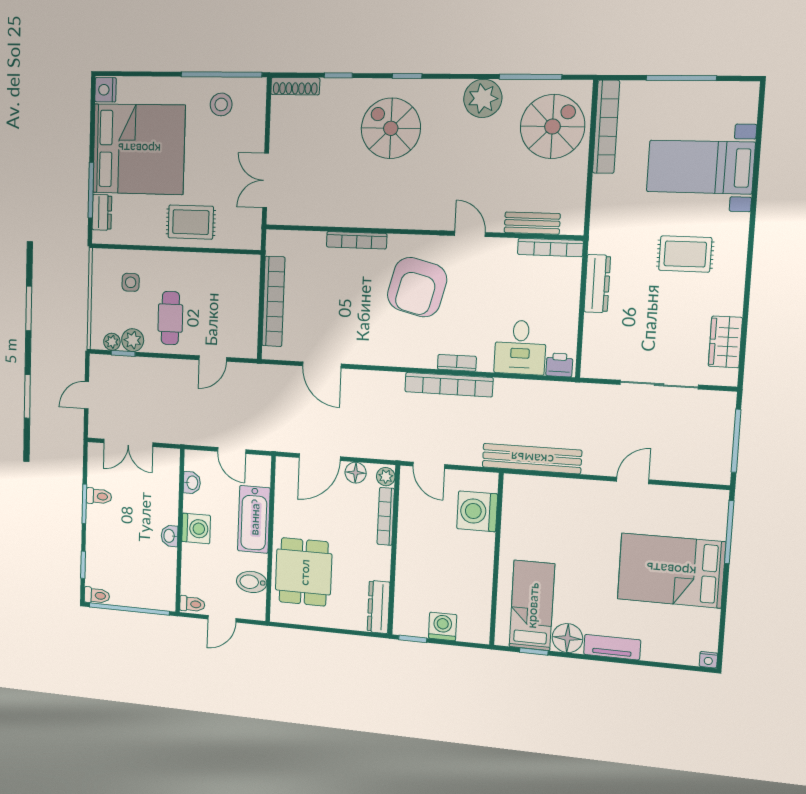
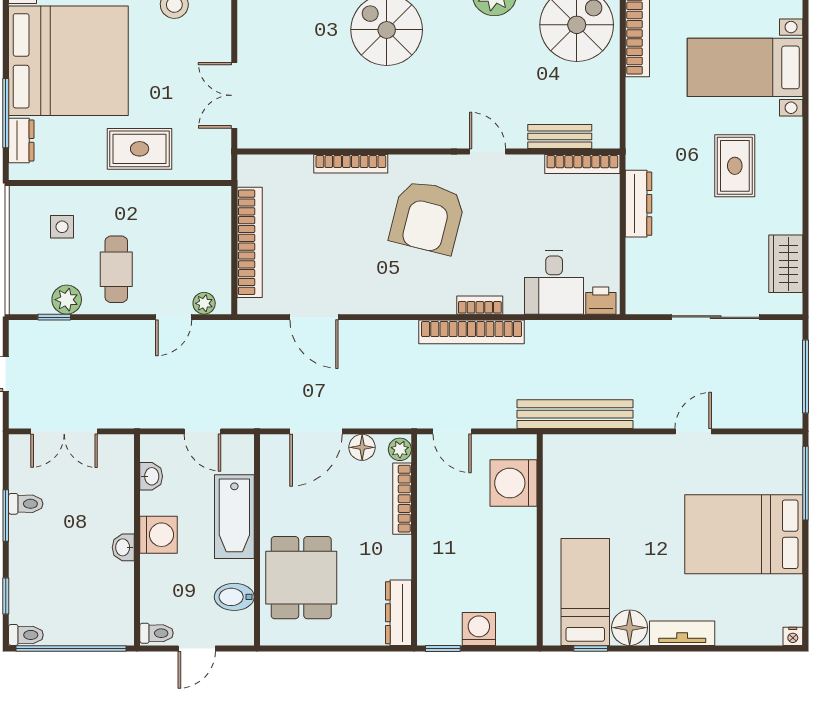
rug: (685, 254) -> (735, 166), turned 90
plant: (112, 342) -> (204, 303), moved

